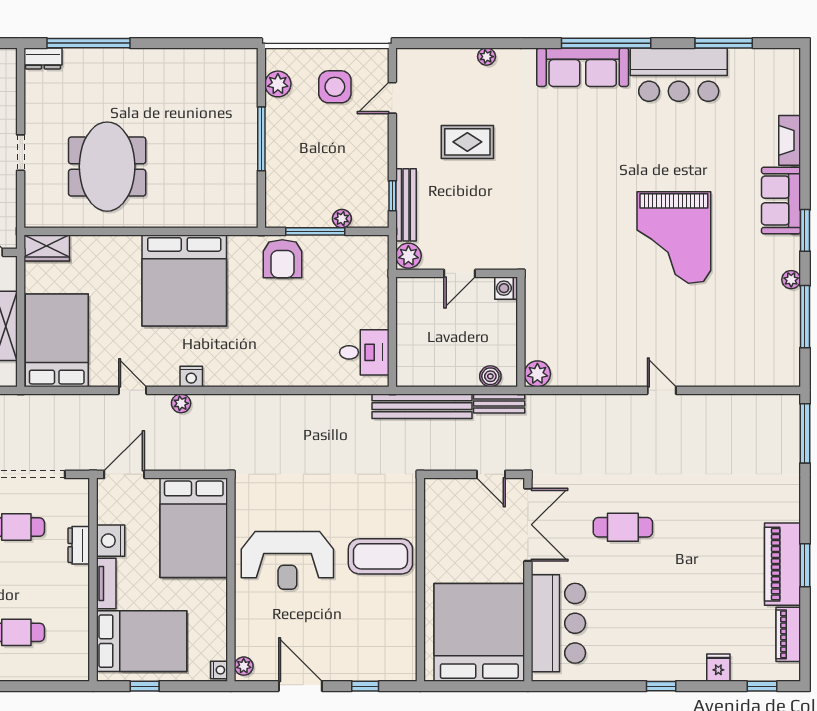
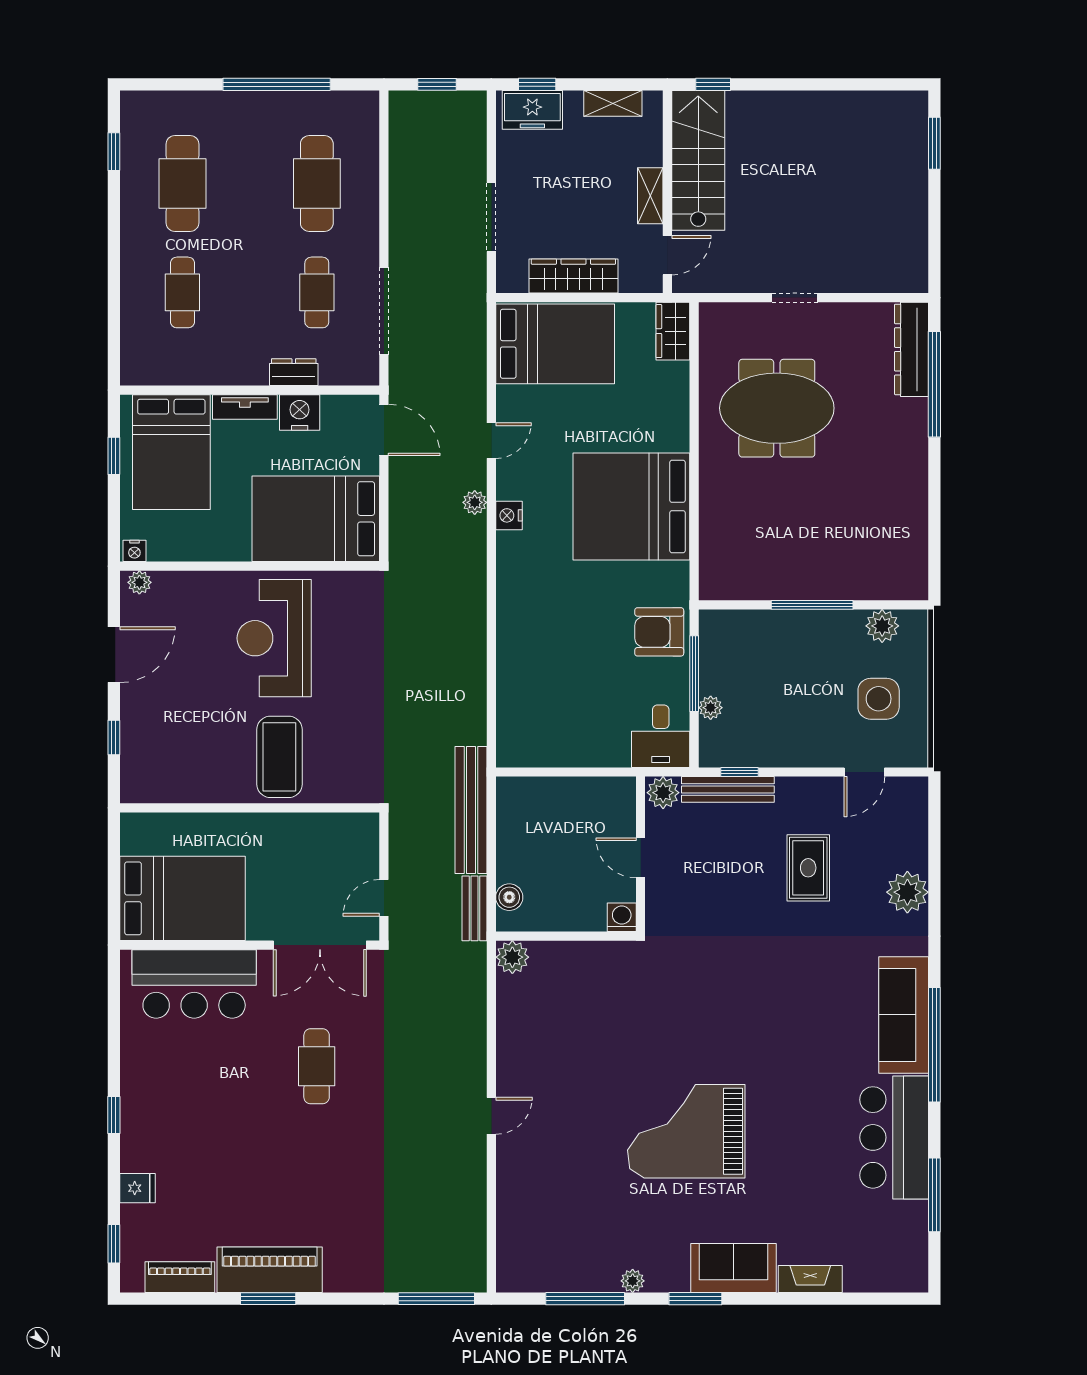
plant: (487, 57) -> (907, 892), width x1.88, depth x1.88
dresser: (43, 58) -> (912, 349), width x1.96, depth x1.24
door: (392, 98) -> (864, 772), swing flipped
desk: (364, 352) -> (661, 736), moved
bed: (479, 632) -> (182, 898), width x0.73

